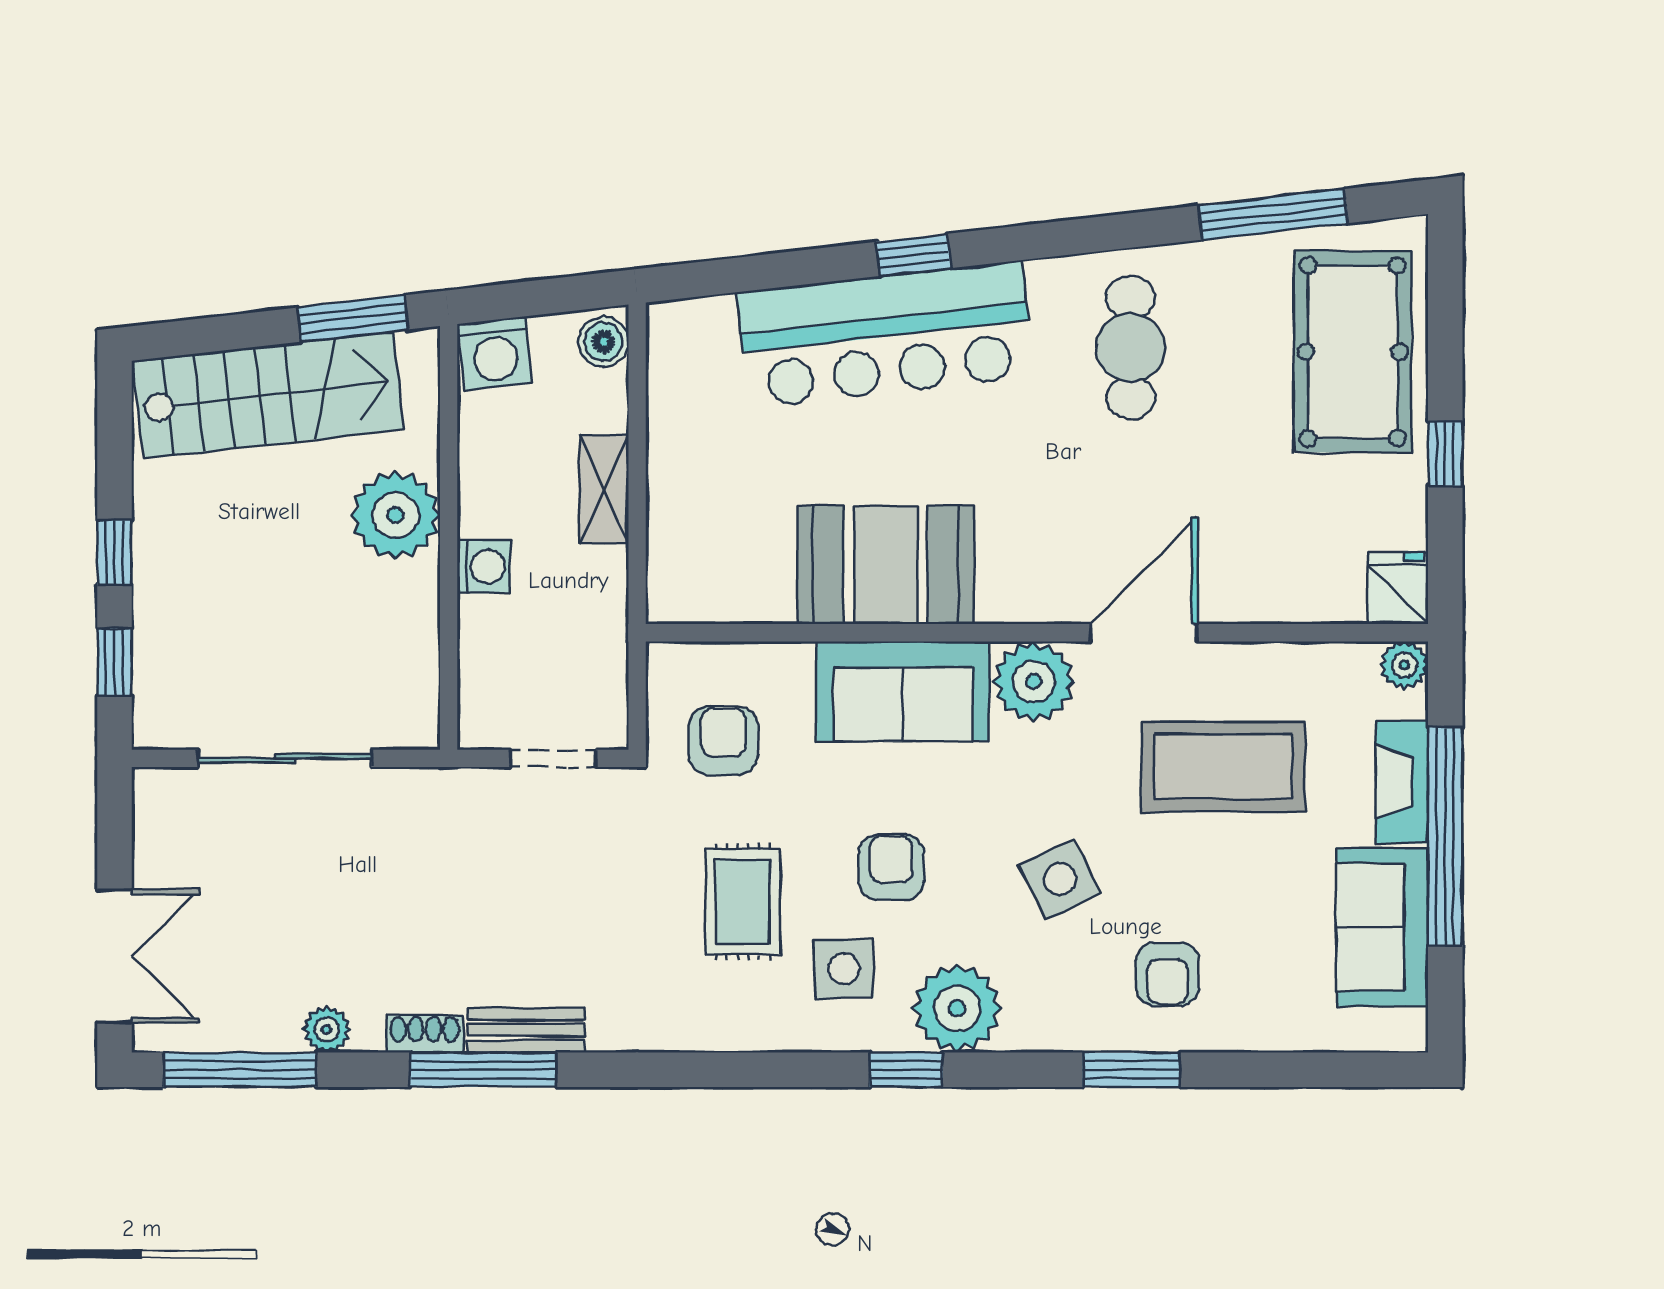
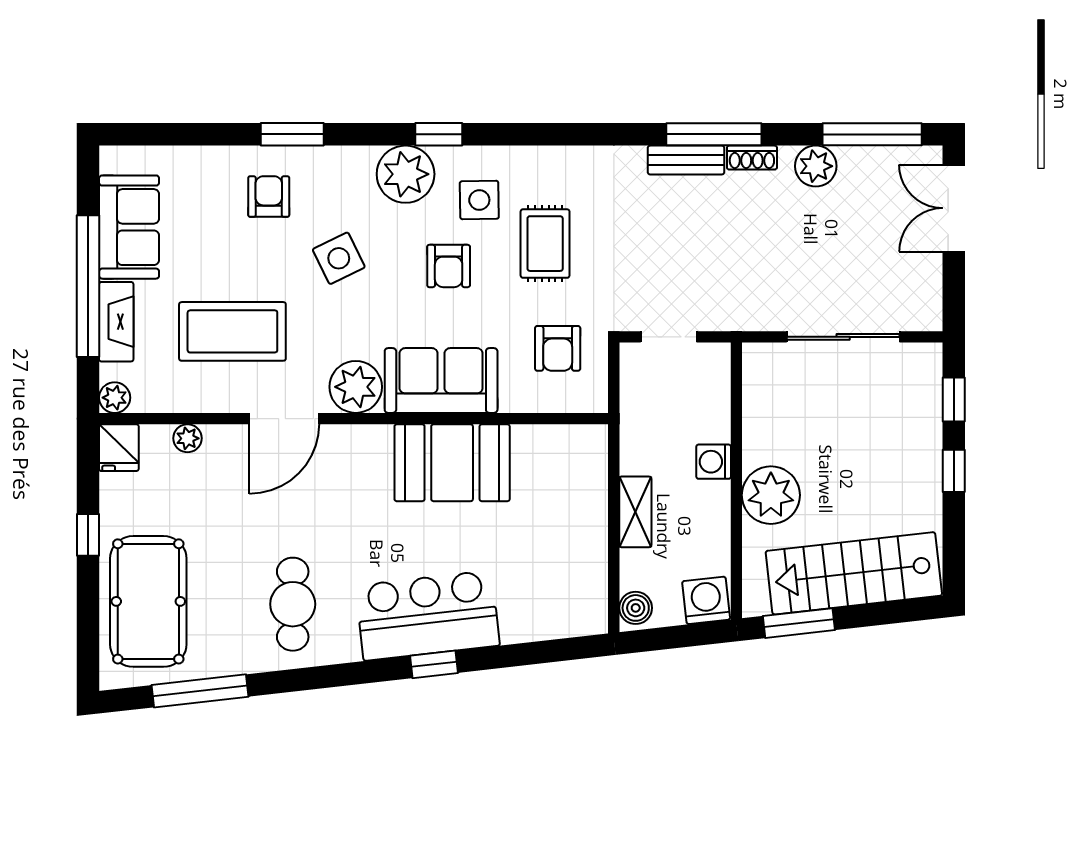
bar counter: (885, 334) -> (428, 616), width x0.73
plant: (1292, 602) -> (187, 438), added
plant: (327, 1029) -> (816, 166), width x1.38, depth x1.38

